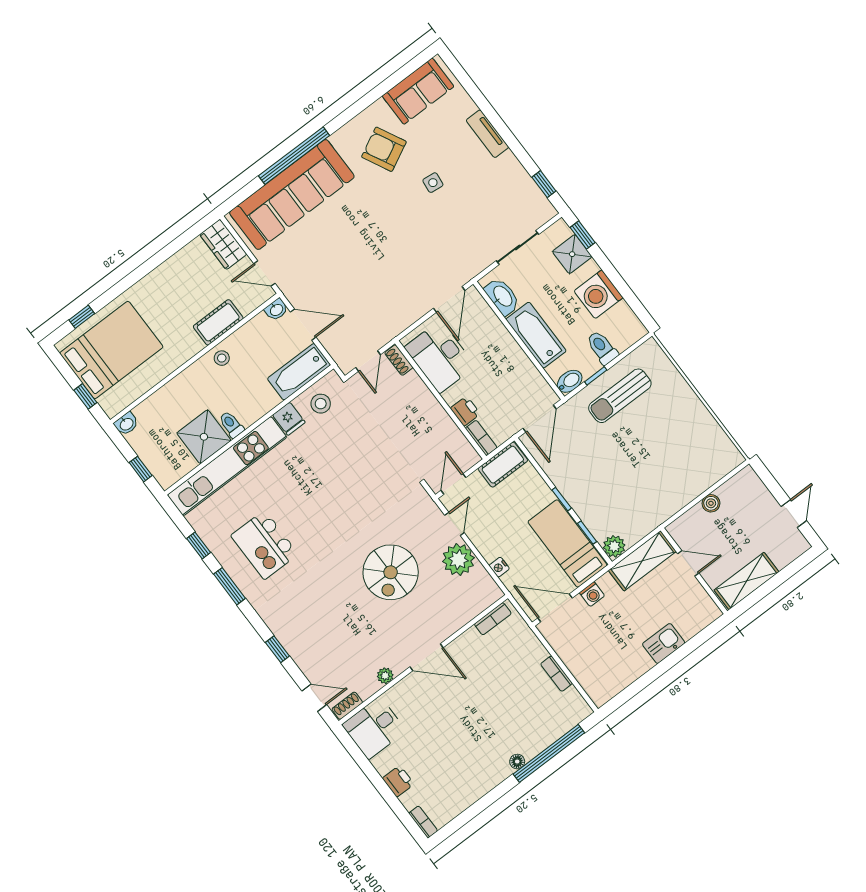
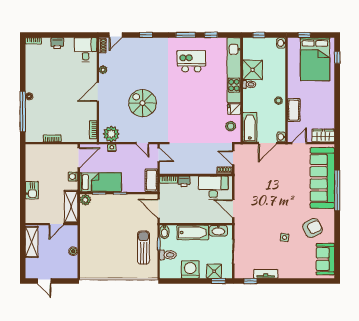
tv unit: (487, 134) -> (266, 274), moved
plant: (458, 560) -> (111, 134), moved

